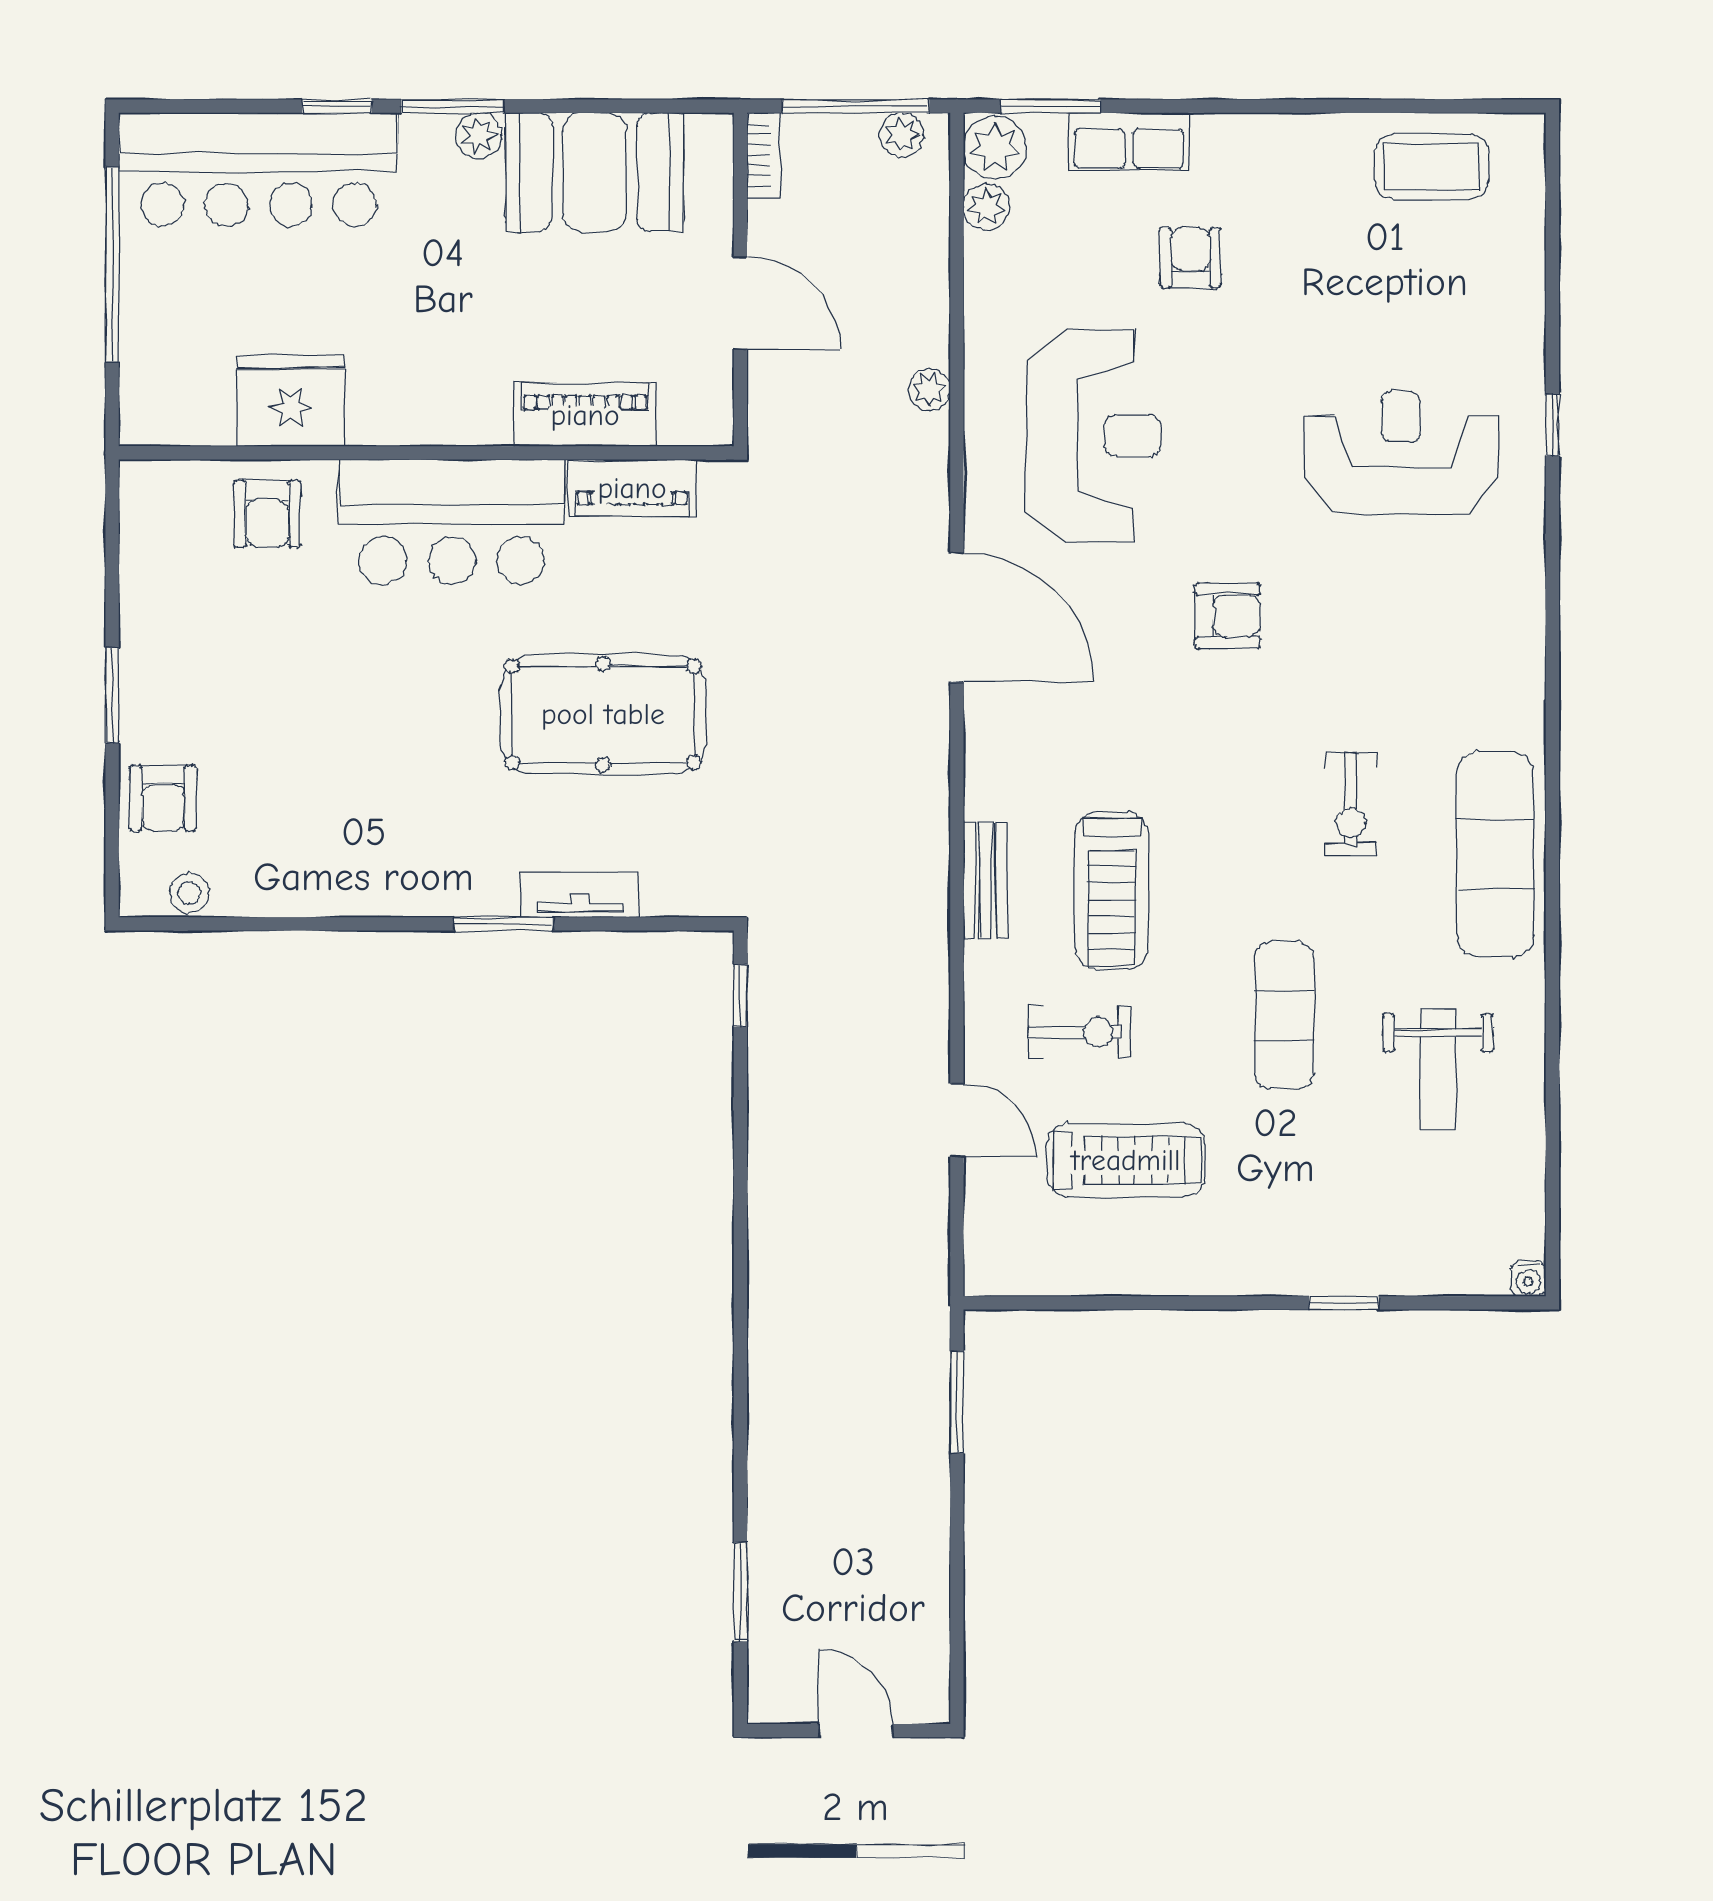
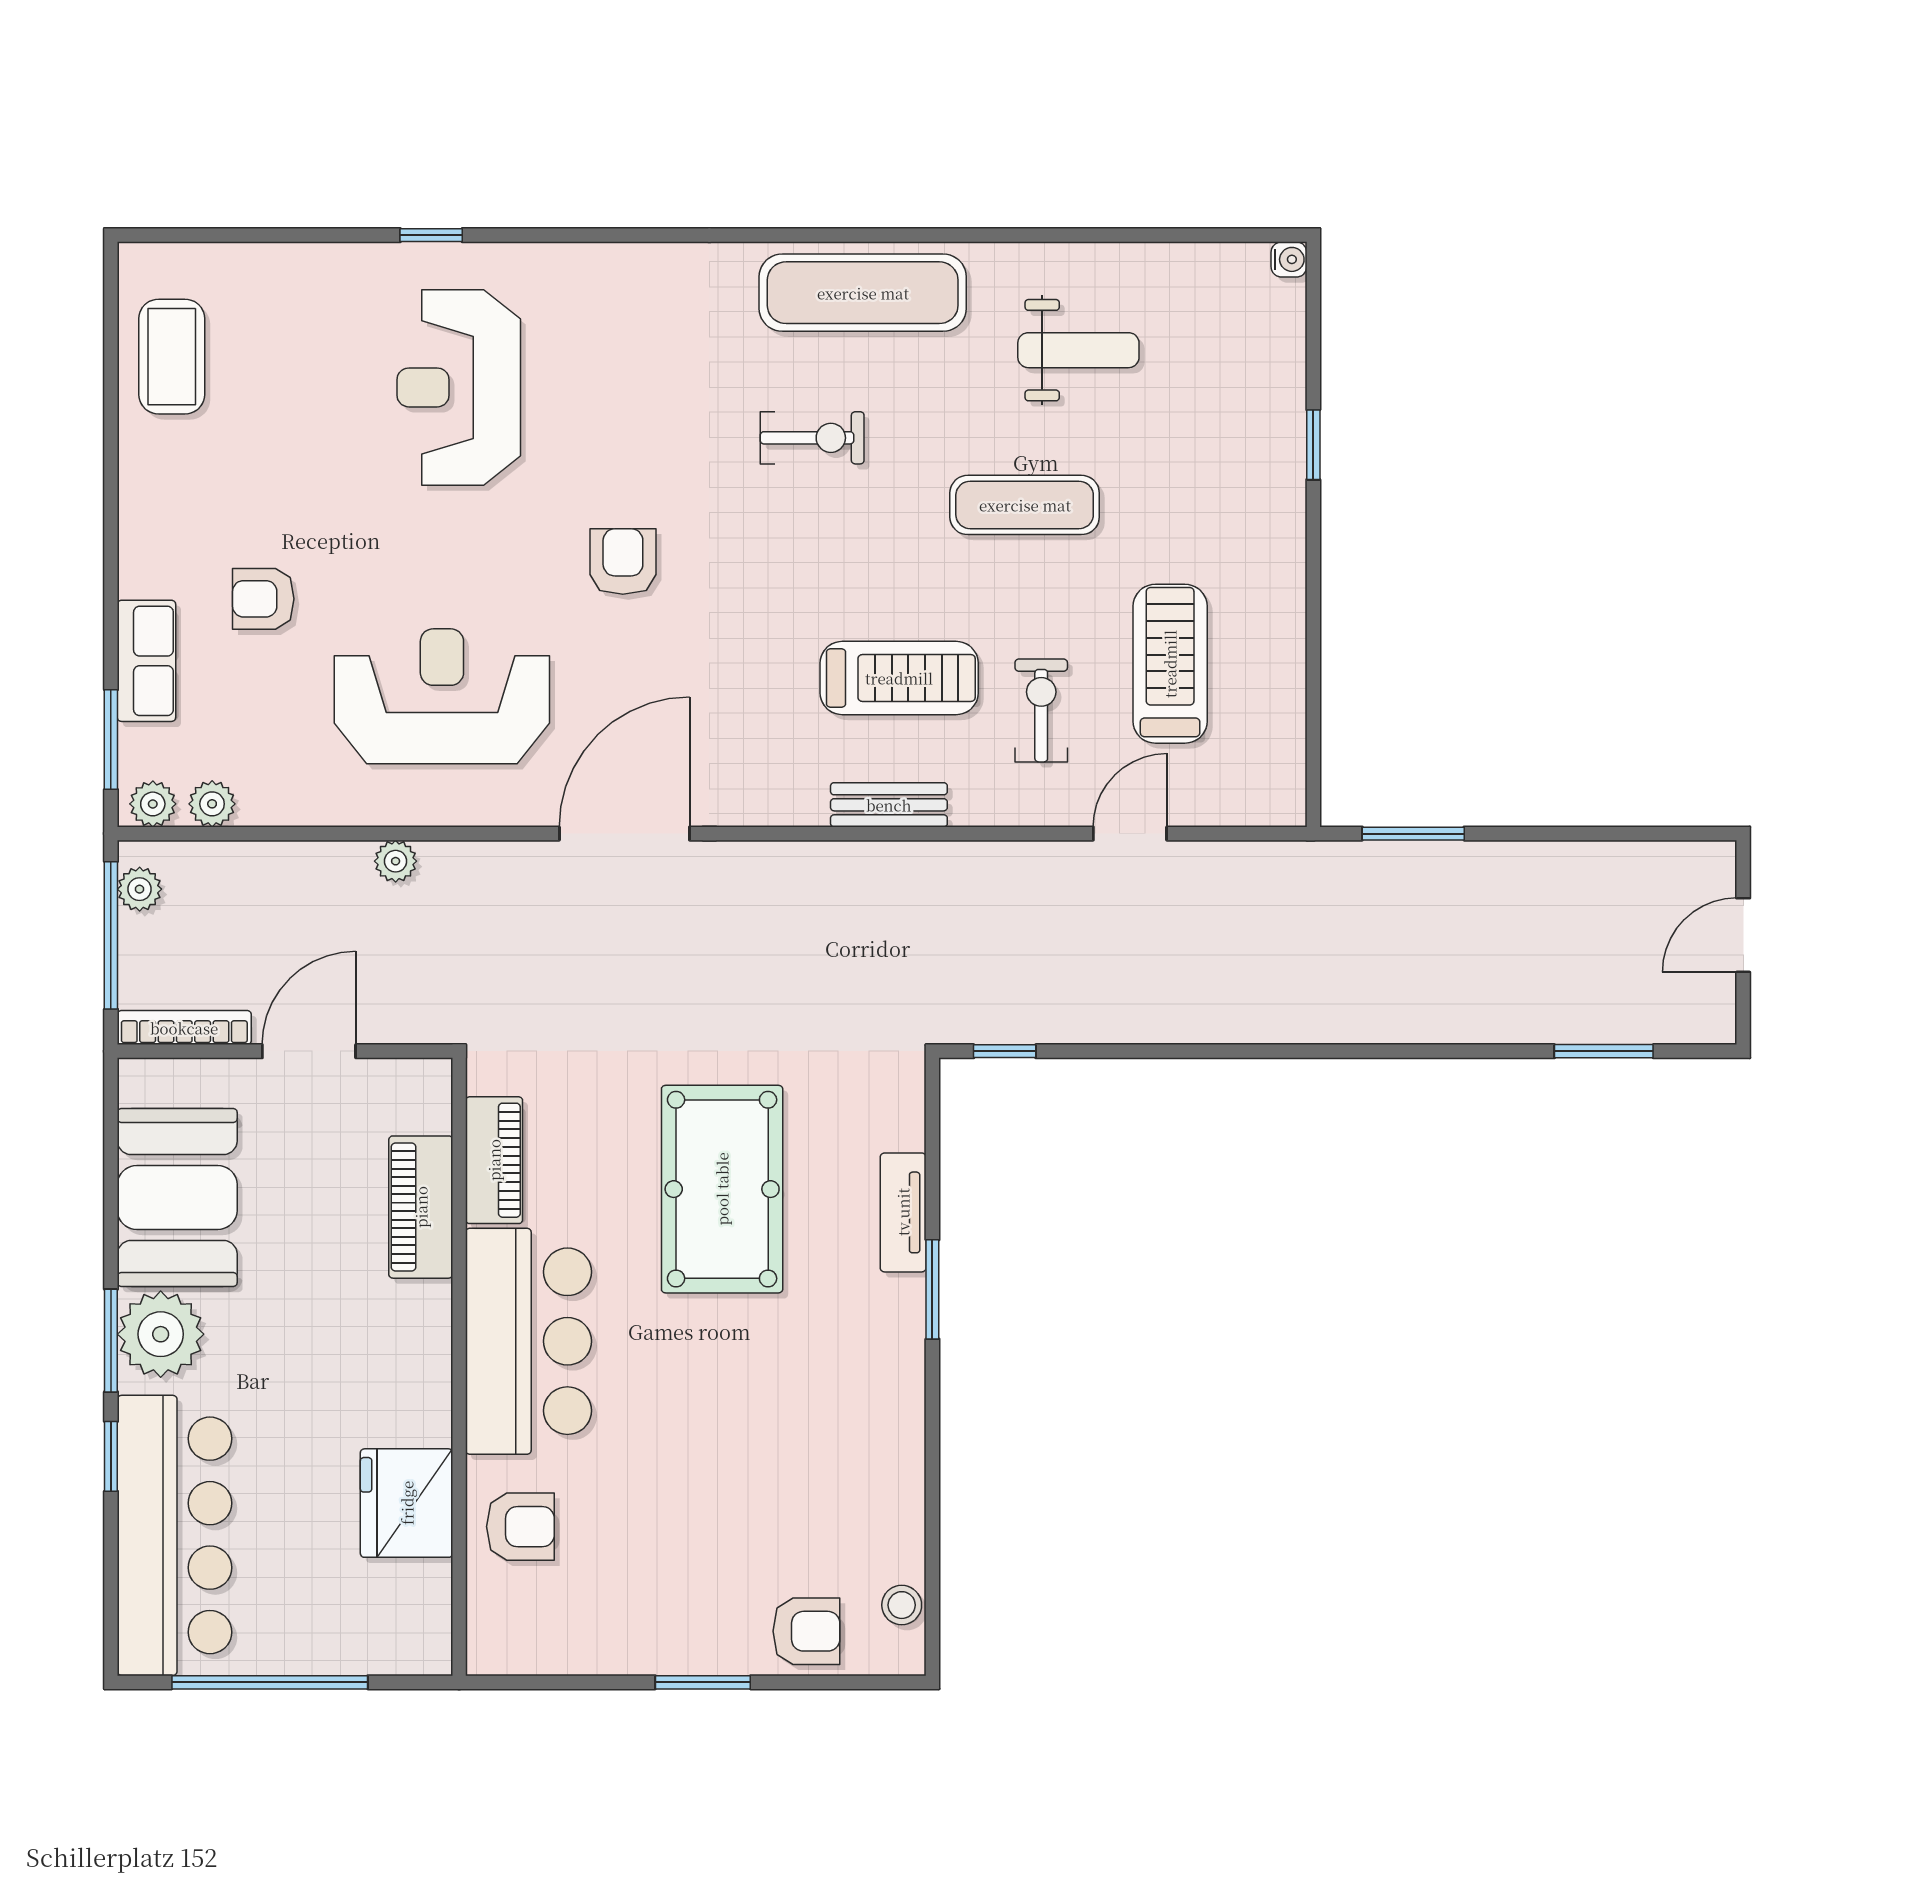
plant: (479, 136) -> (161, 1334), width x1.88, depth x1.88
plant: (995, 148) -> (153, 804), width x0.73, depth x0.73
bookcase: (764, 155) -> (184, 1028), width x1.56

